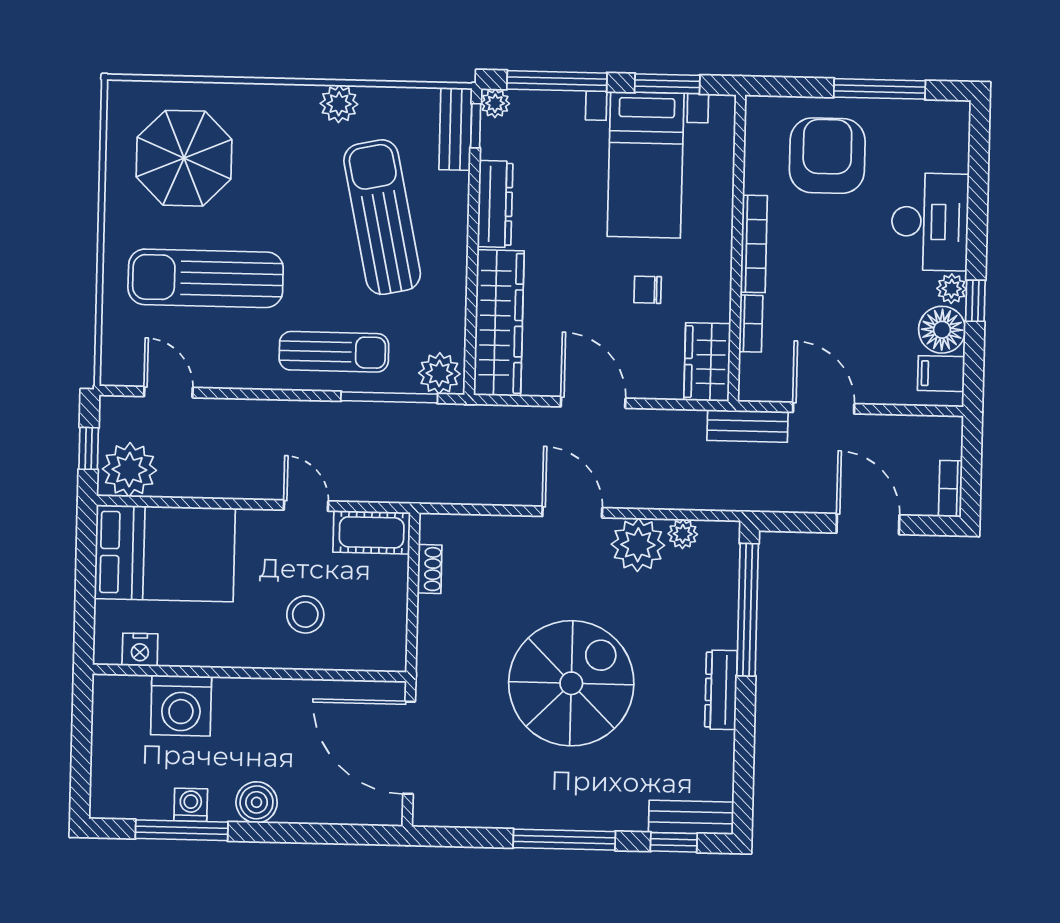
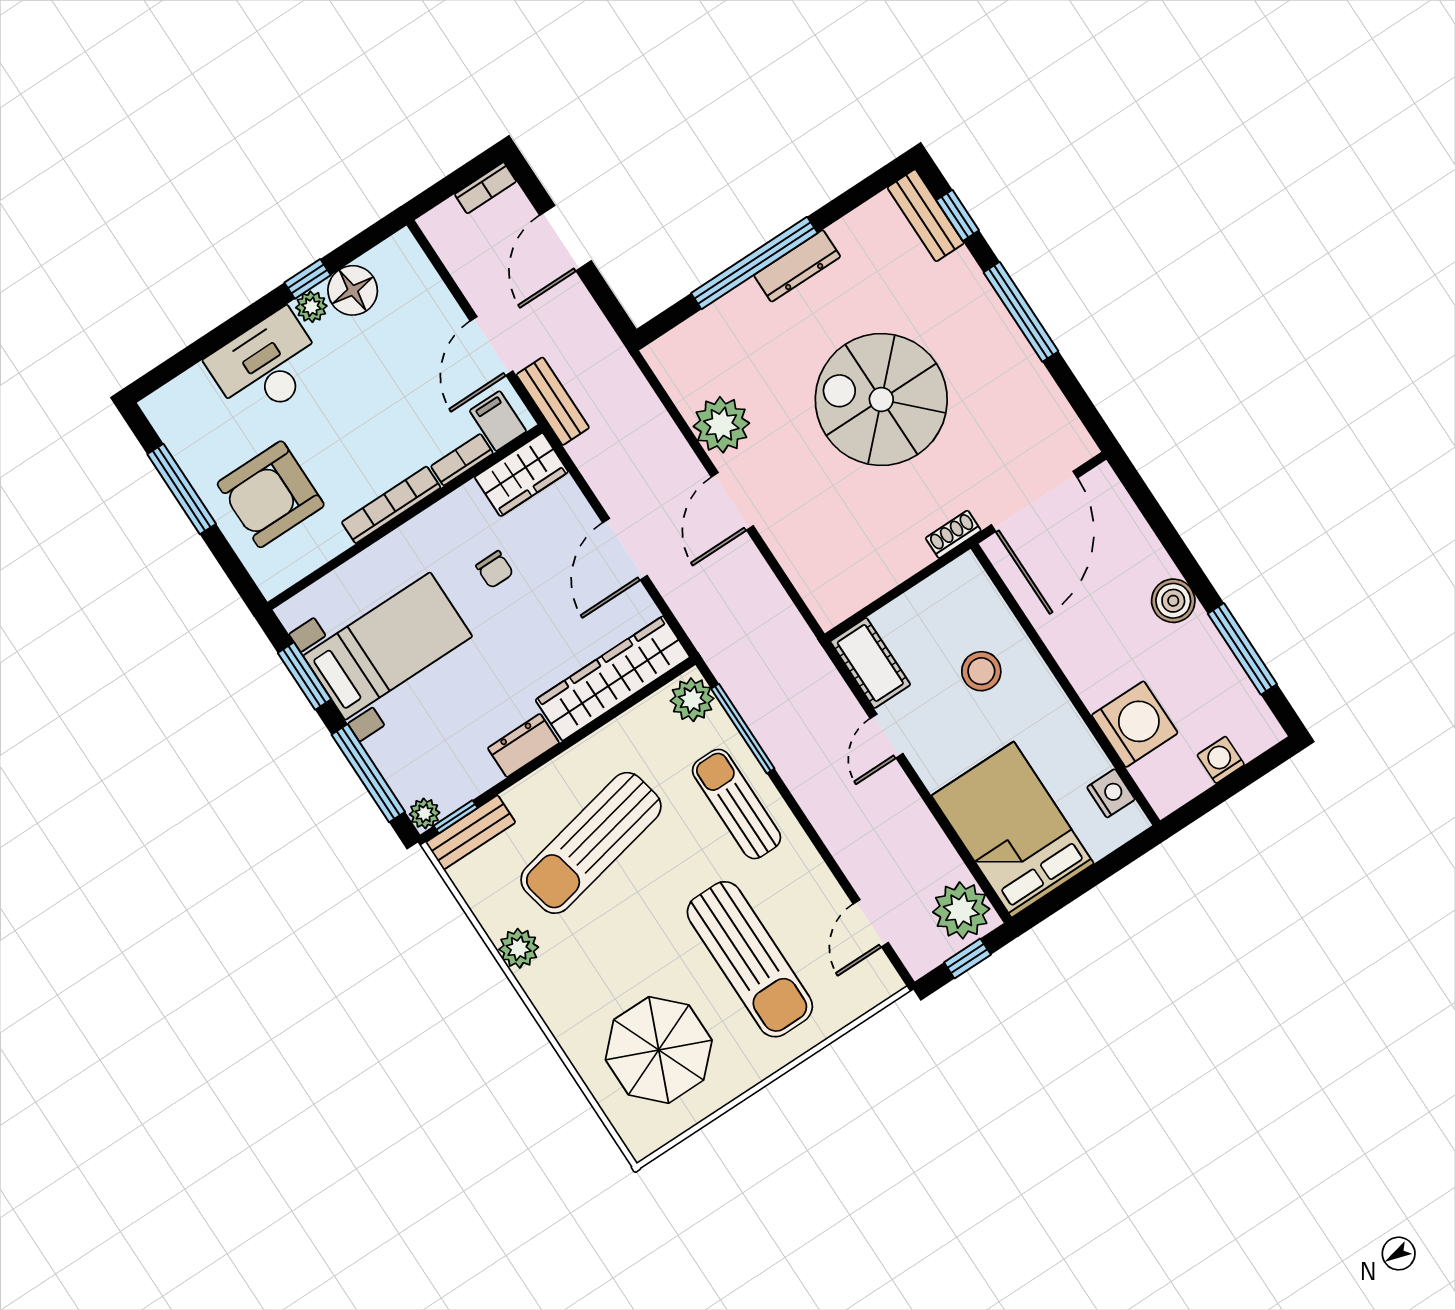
dresser: (495, 204) -> (523, 745), width x0.70
filing cabinet: (941, 374) -> (498, 421), moved, turned 180
plant: (683, 534) -> (685, 393), removed
shoe rack: (430, 569) -> (953, 534), moved
window: (748, 610) -> (754, 263), moved
washing machine: (191, 805) -> (1221, 760), moved, turned 90

